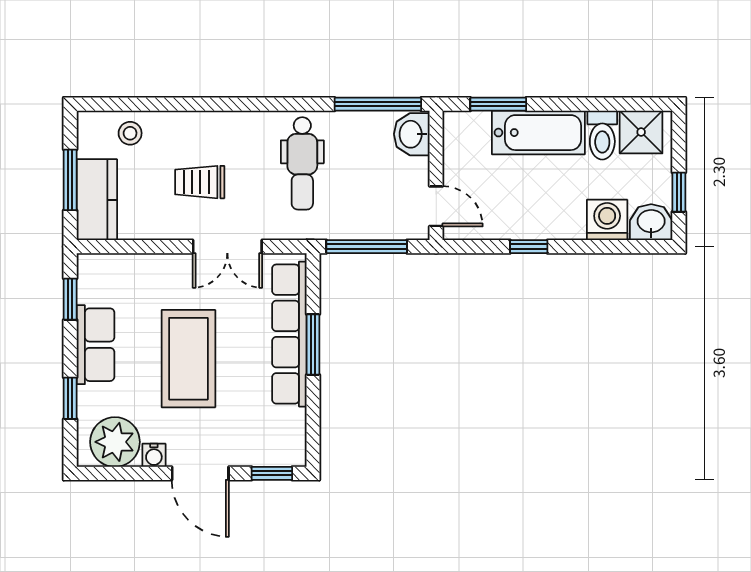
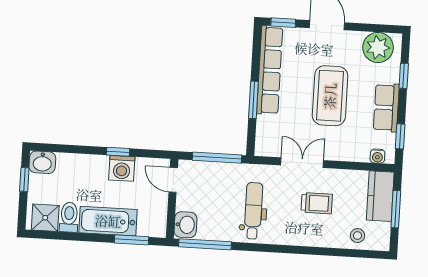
washing machine: (607, 220) -> (122, 168), moved
row of seats: (289, 334) -> (270, 70), moved
water cooler: (154, 455) -> (377, 156), moved, turned 180

